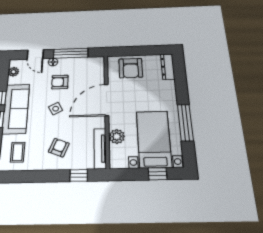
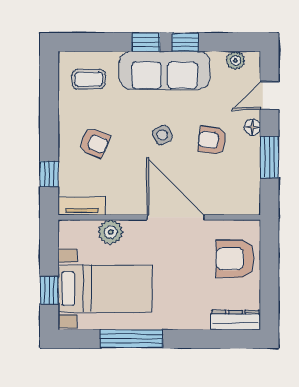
window: (71, 53) -> (269, 157), width x0.69
armchair: (60, 82) -> (212, 140), turned -82
tv unit: (100, 148) -> (82, 206), width x0.71

